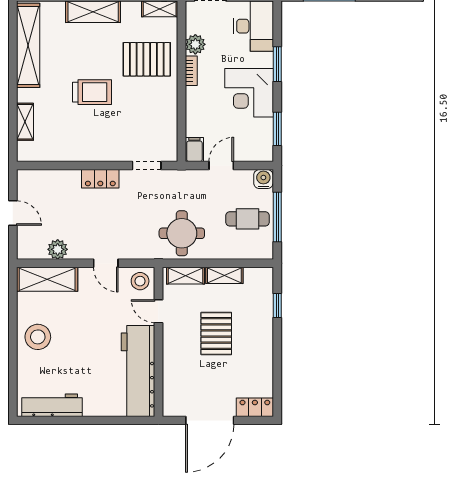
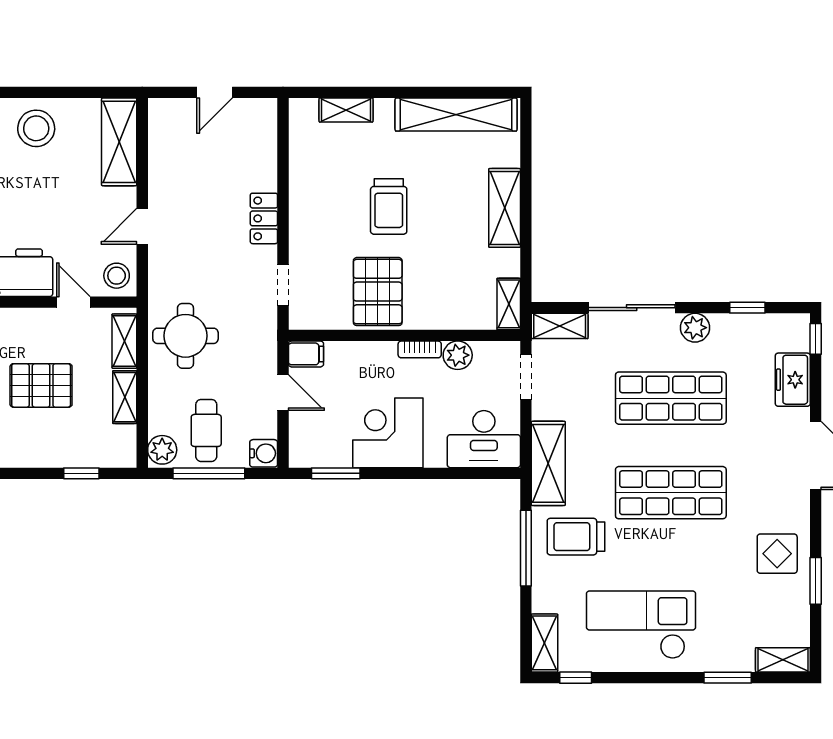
pallet: (147, 59) -> (378, 292), moved
window: (277, 64) -> (429, 473), removed
plant: (58, 249) -> (162, 450), moved
door: (158, 311) -> (73, 302), hinge flipped

